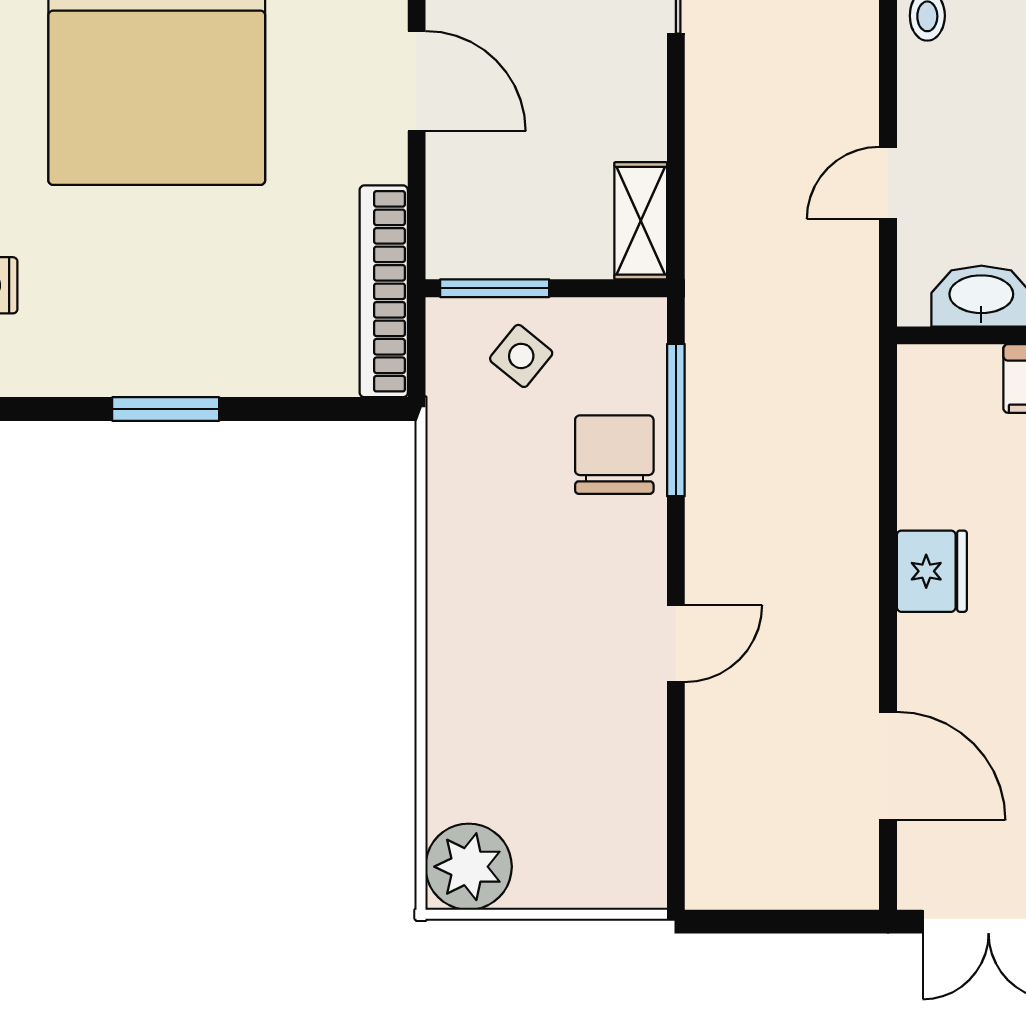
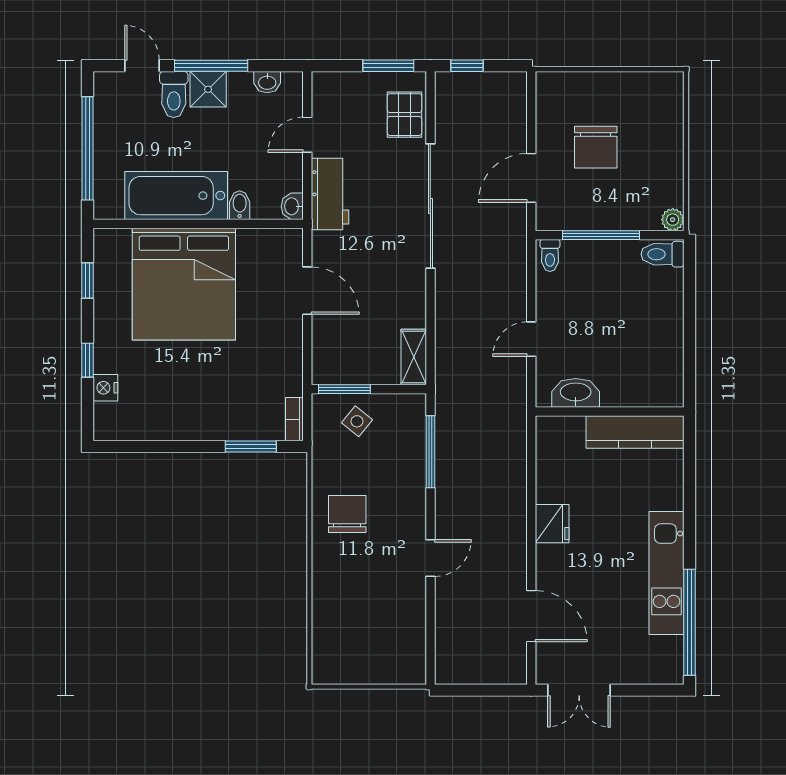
bookcase: (384, 291) -> (294, 419), width x0.43, depth x0.76
window: (166, 409) -> (251, 447), moved
chair: (614, 455) -> (347, 514), moved
plant: (469, 867) -> (332, 664), removed

